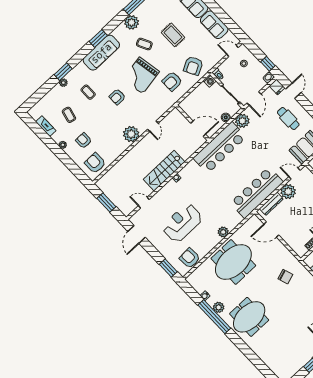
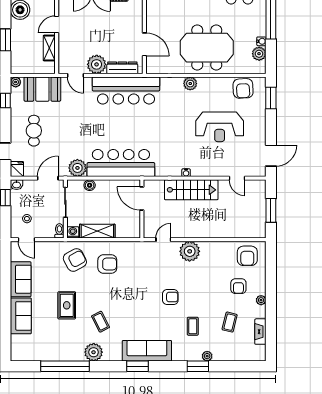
grand piano: (141, 75) -> (130, 296), removed
shelving: (196, 95) -> (97, 231), added
wall: (192, 123) -> (142, 209), moved
door: (198, 129) -> (142, 199), moved
plant: (219, 307) -> (259, 54), moved

